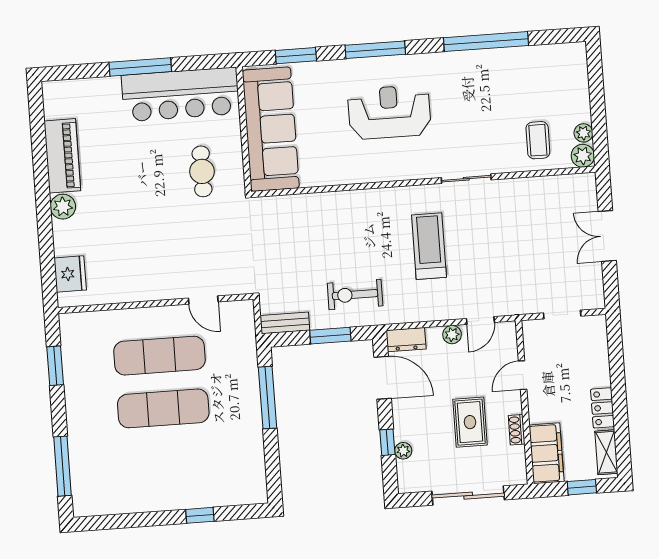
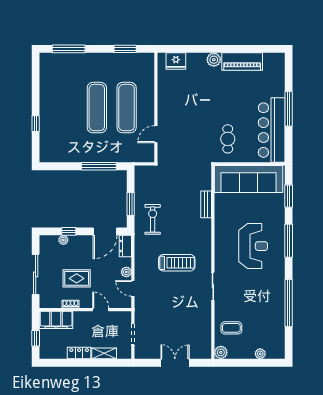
plant: (583, 133) -> (260, 354), moved
cafe table: (202, 171) -> (228, 139), turned 90
bench: (285, 323) -> (206, 204), moved
shelving: (606, 452) -> (104, 353), moved

